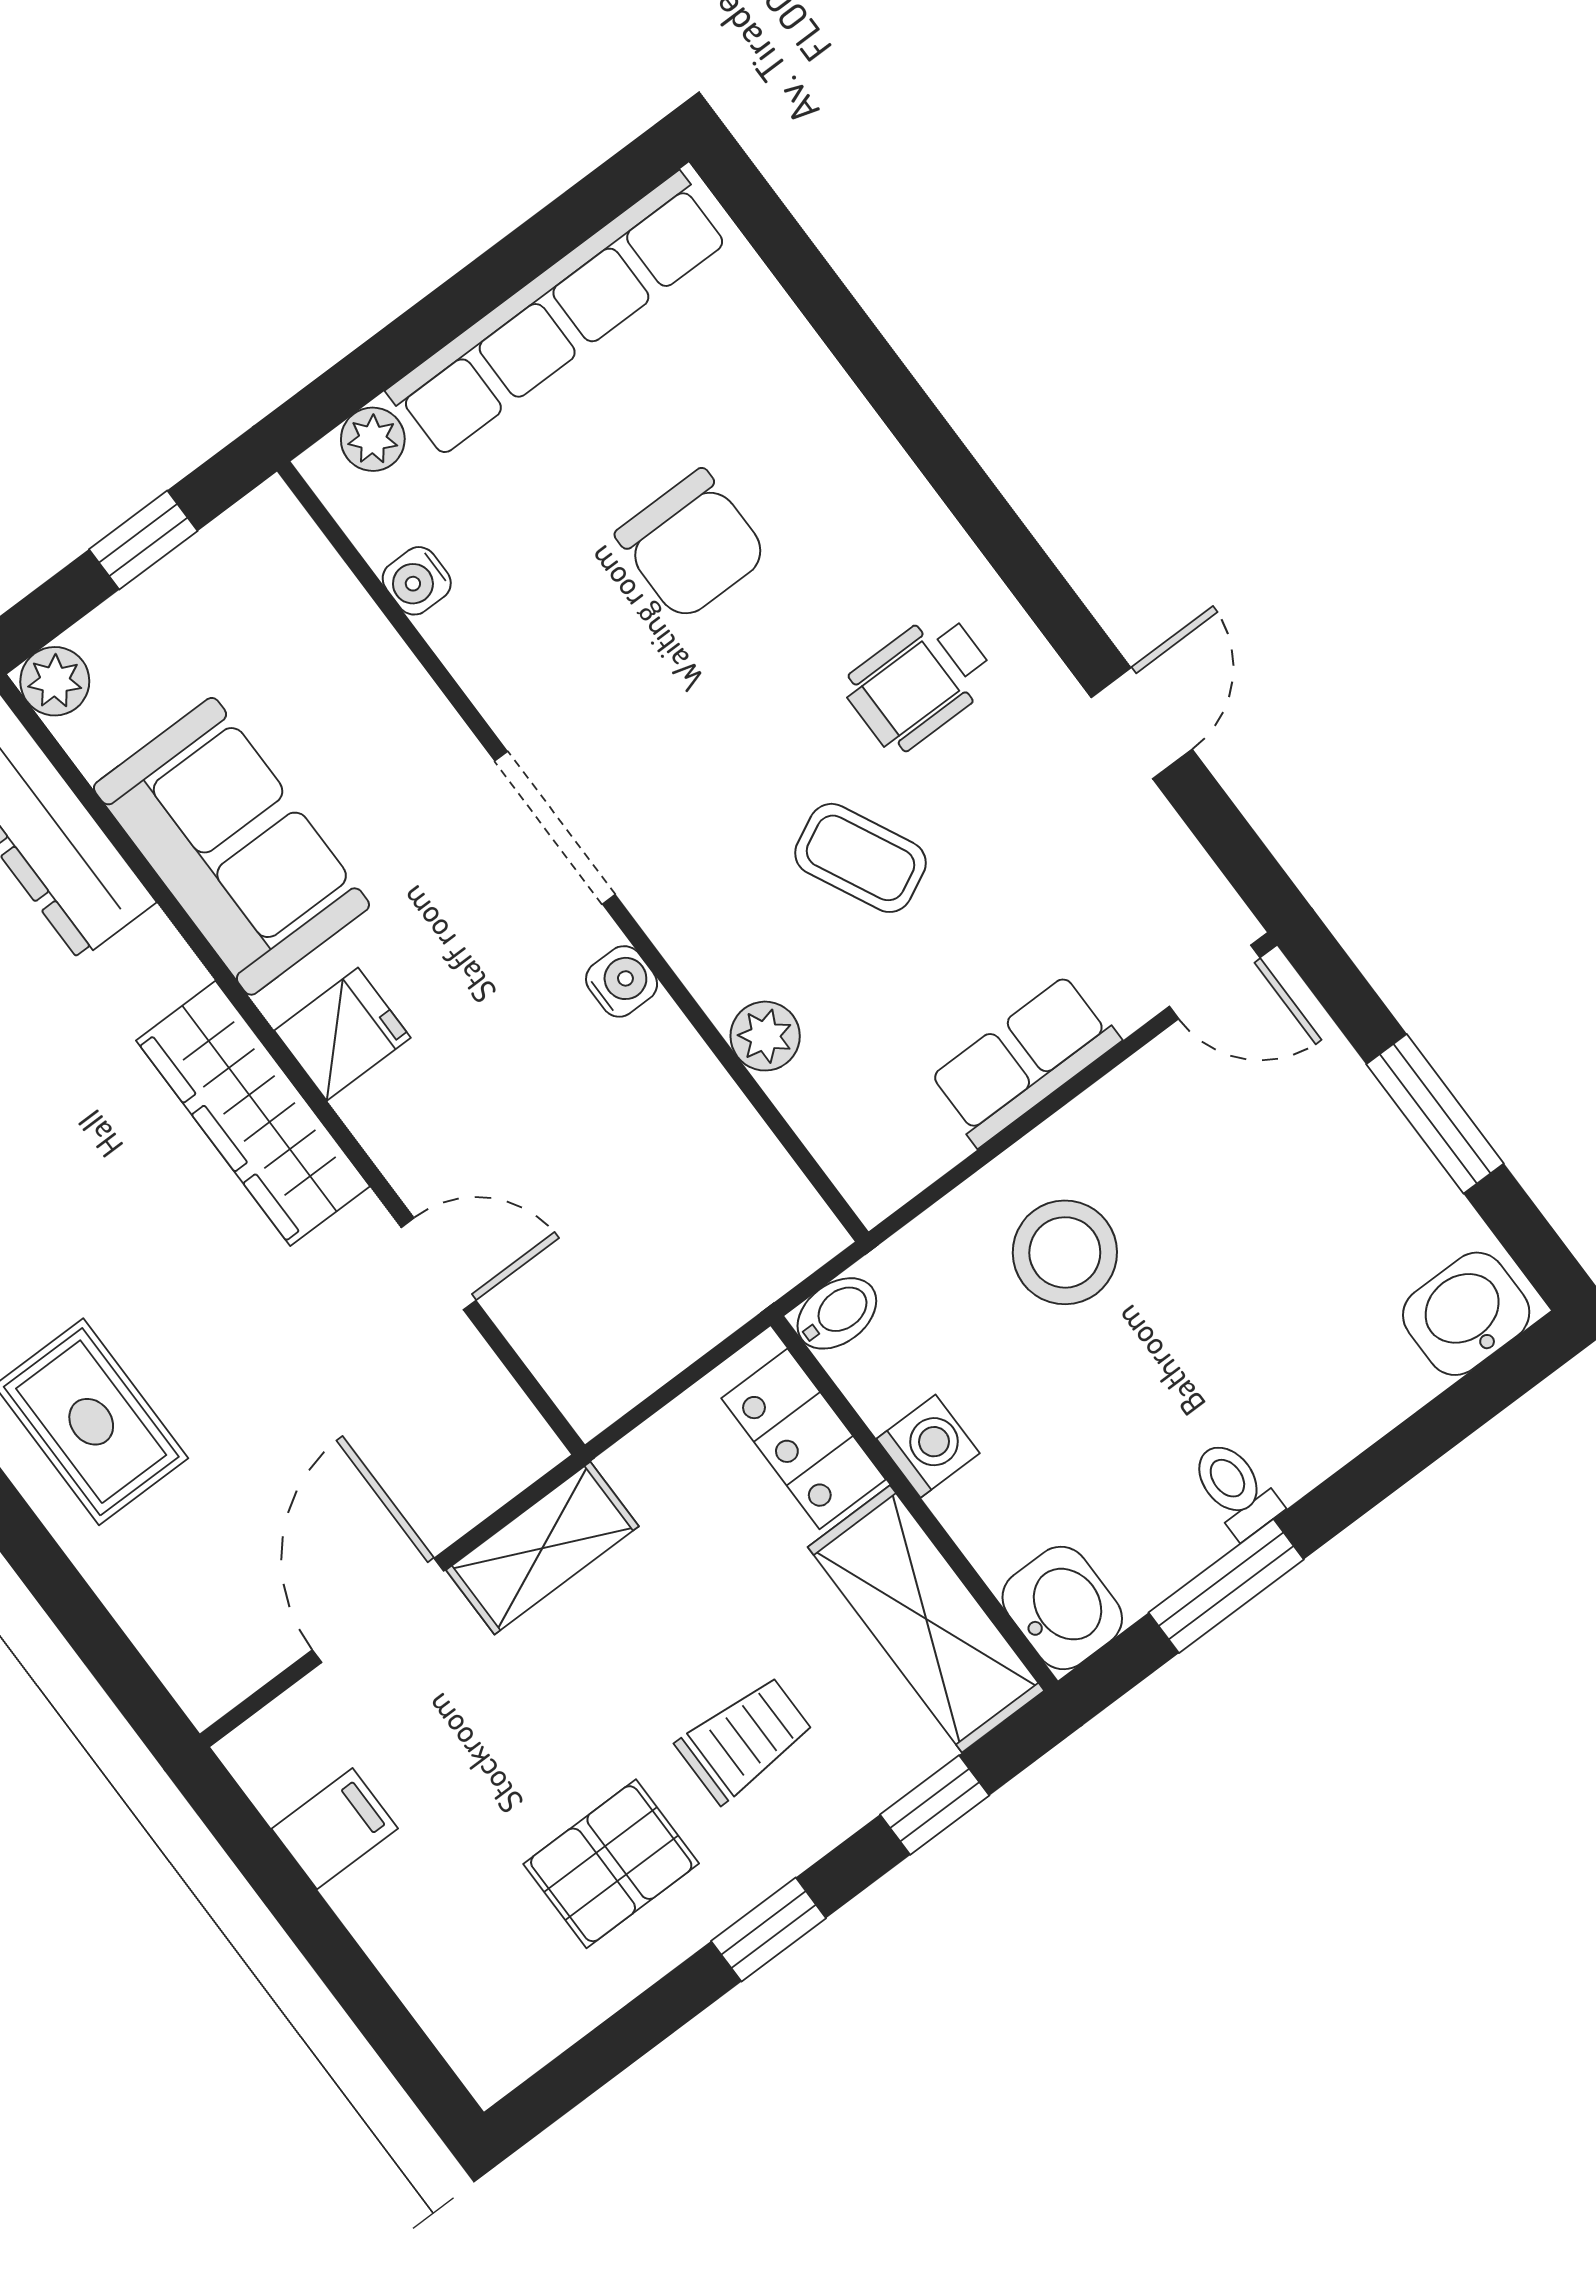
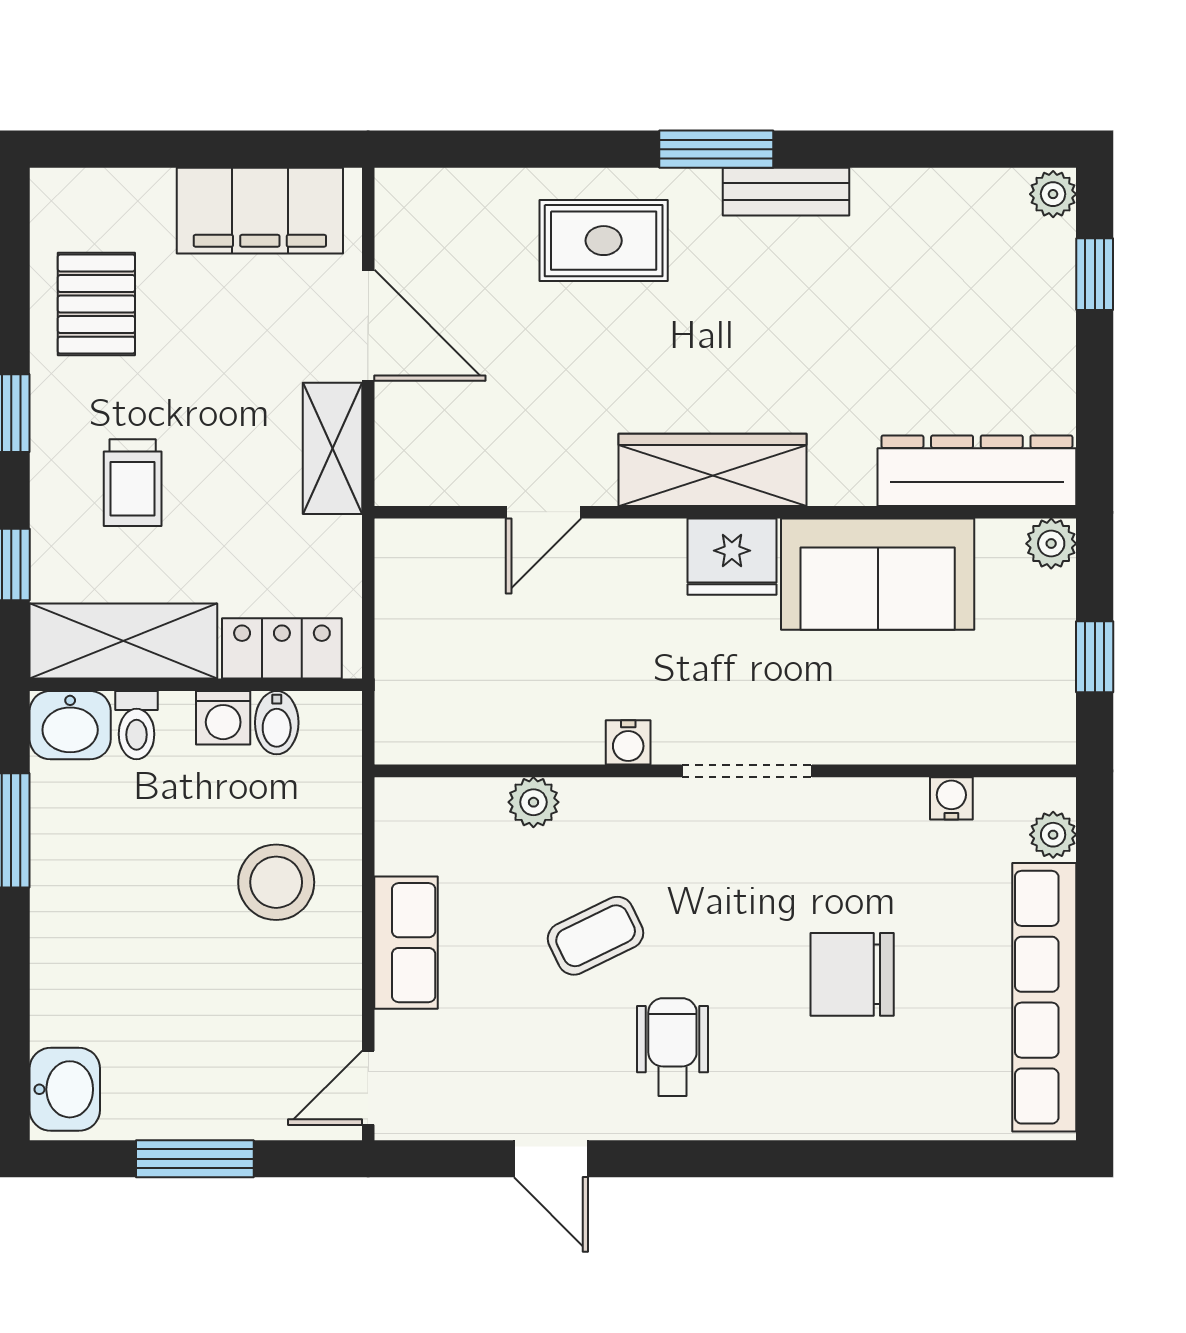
fridge: (342, 1034) -> (732, 557), width x1.38
bidet: (837, 1313) -> (277, 723), moved
toilet: (1235, 1489) -> (137, 725), moved, turned 90
filing cabinet: (335, 1829) -> (260, 211), width x3.00, depth x1.17
pallet: (611, 1864) -> (96, 304), moved

